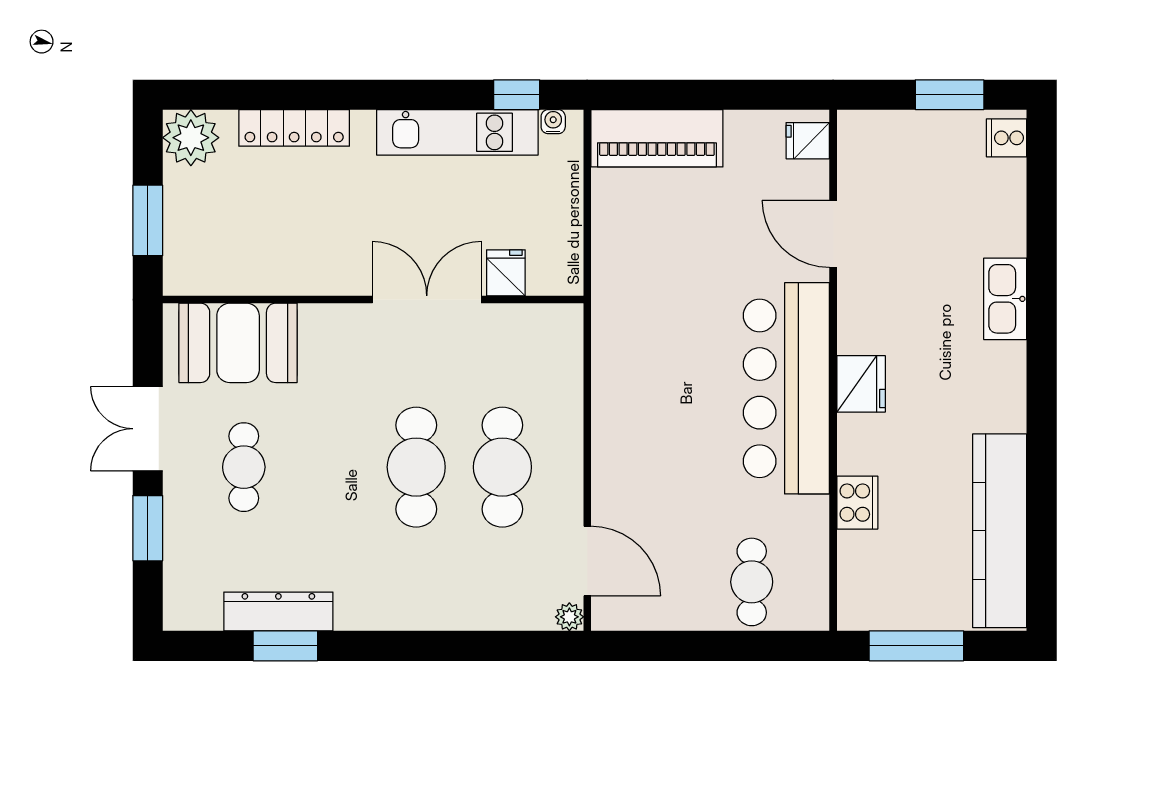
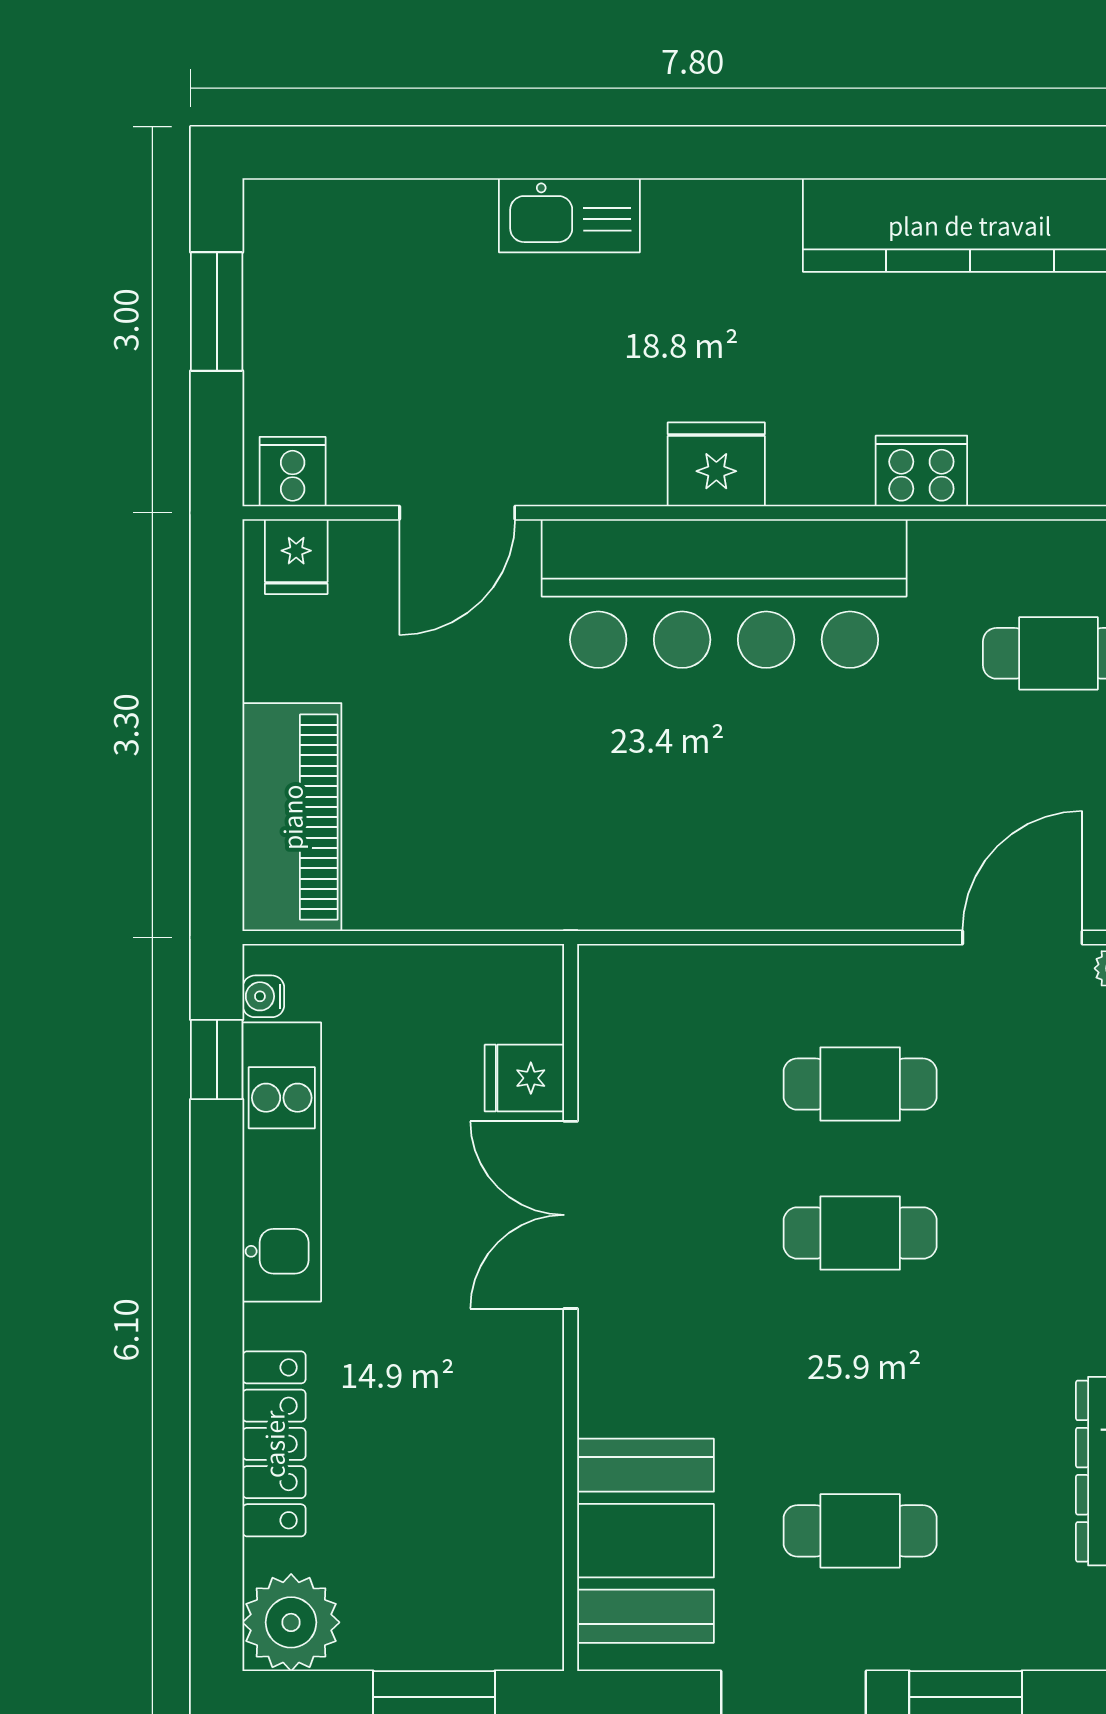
cooker: (1007, 138) -> (293, 472), moved, turned 180
cafe table: (416, 467) -> (860, 1233), width x0.73, depth x0.74
cafe table: (502, 467) -> (860, 1084), width x0.73, depth x0.74

